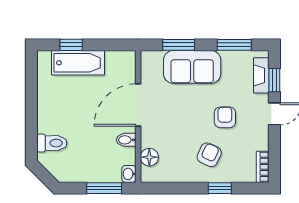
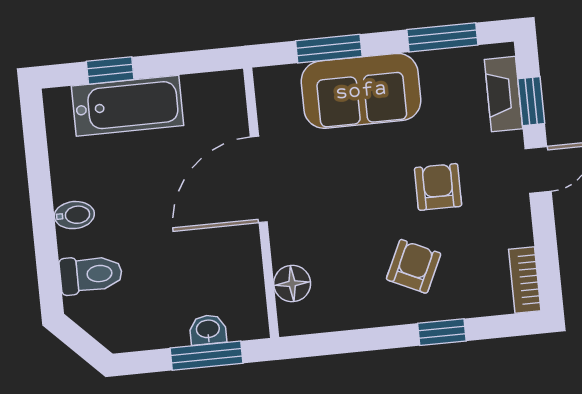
bidet: (126, 140) -> (74, 215), moved, turned 180
washbasin: (129, 174) -> (208, 330), moved, turned 90

